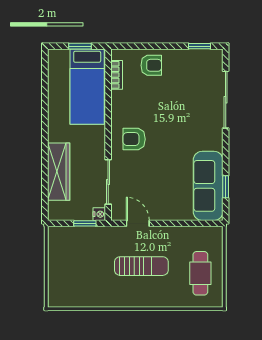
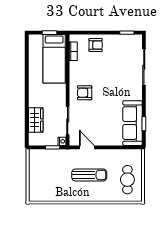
wardrobe: (59, 172) -> (36, 120), width x0.67

